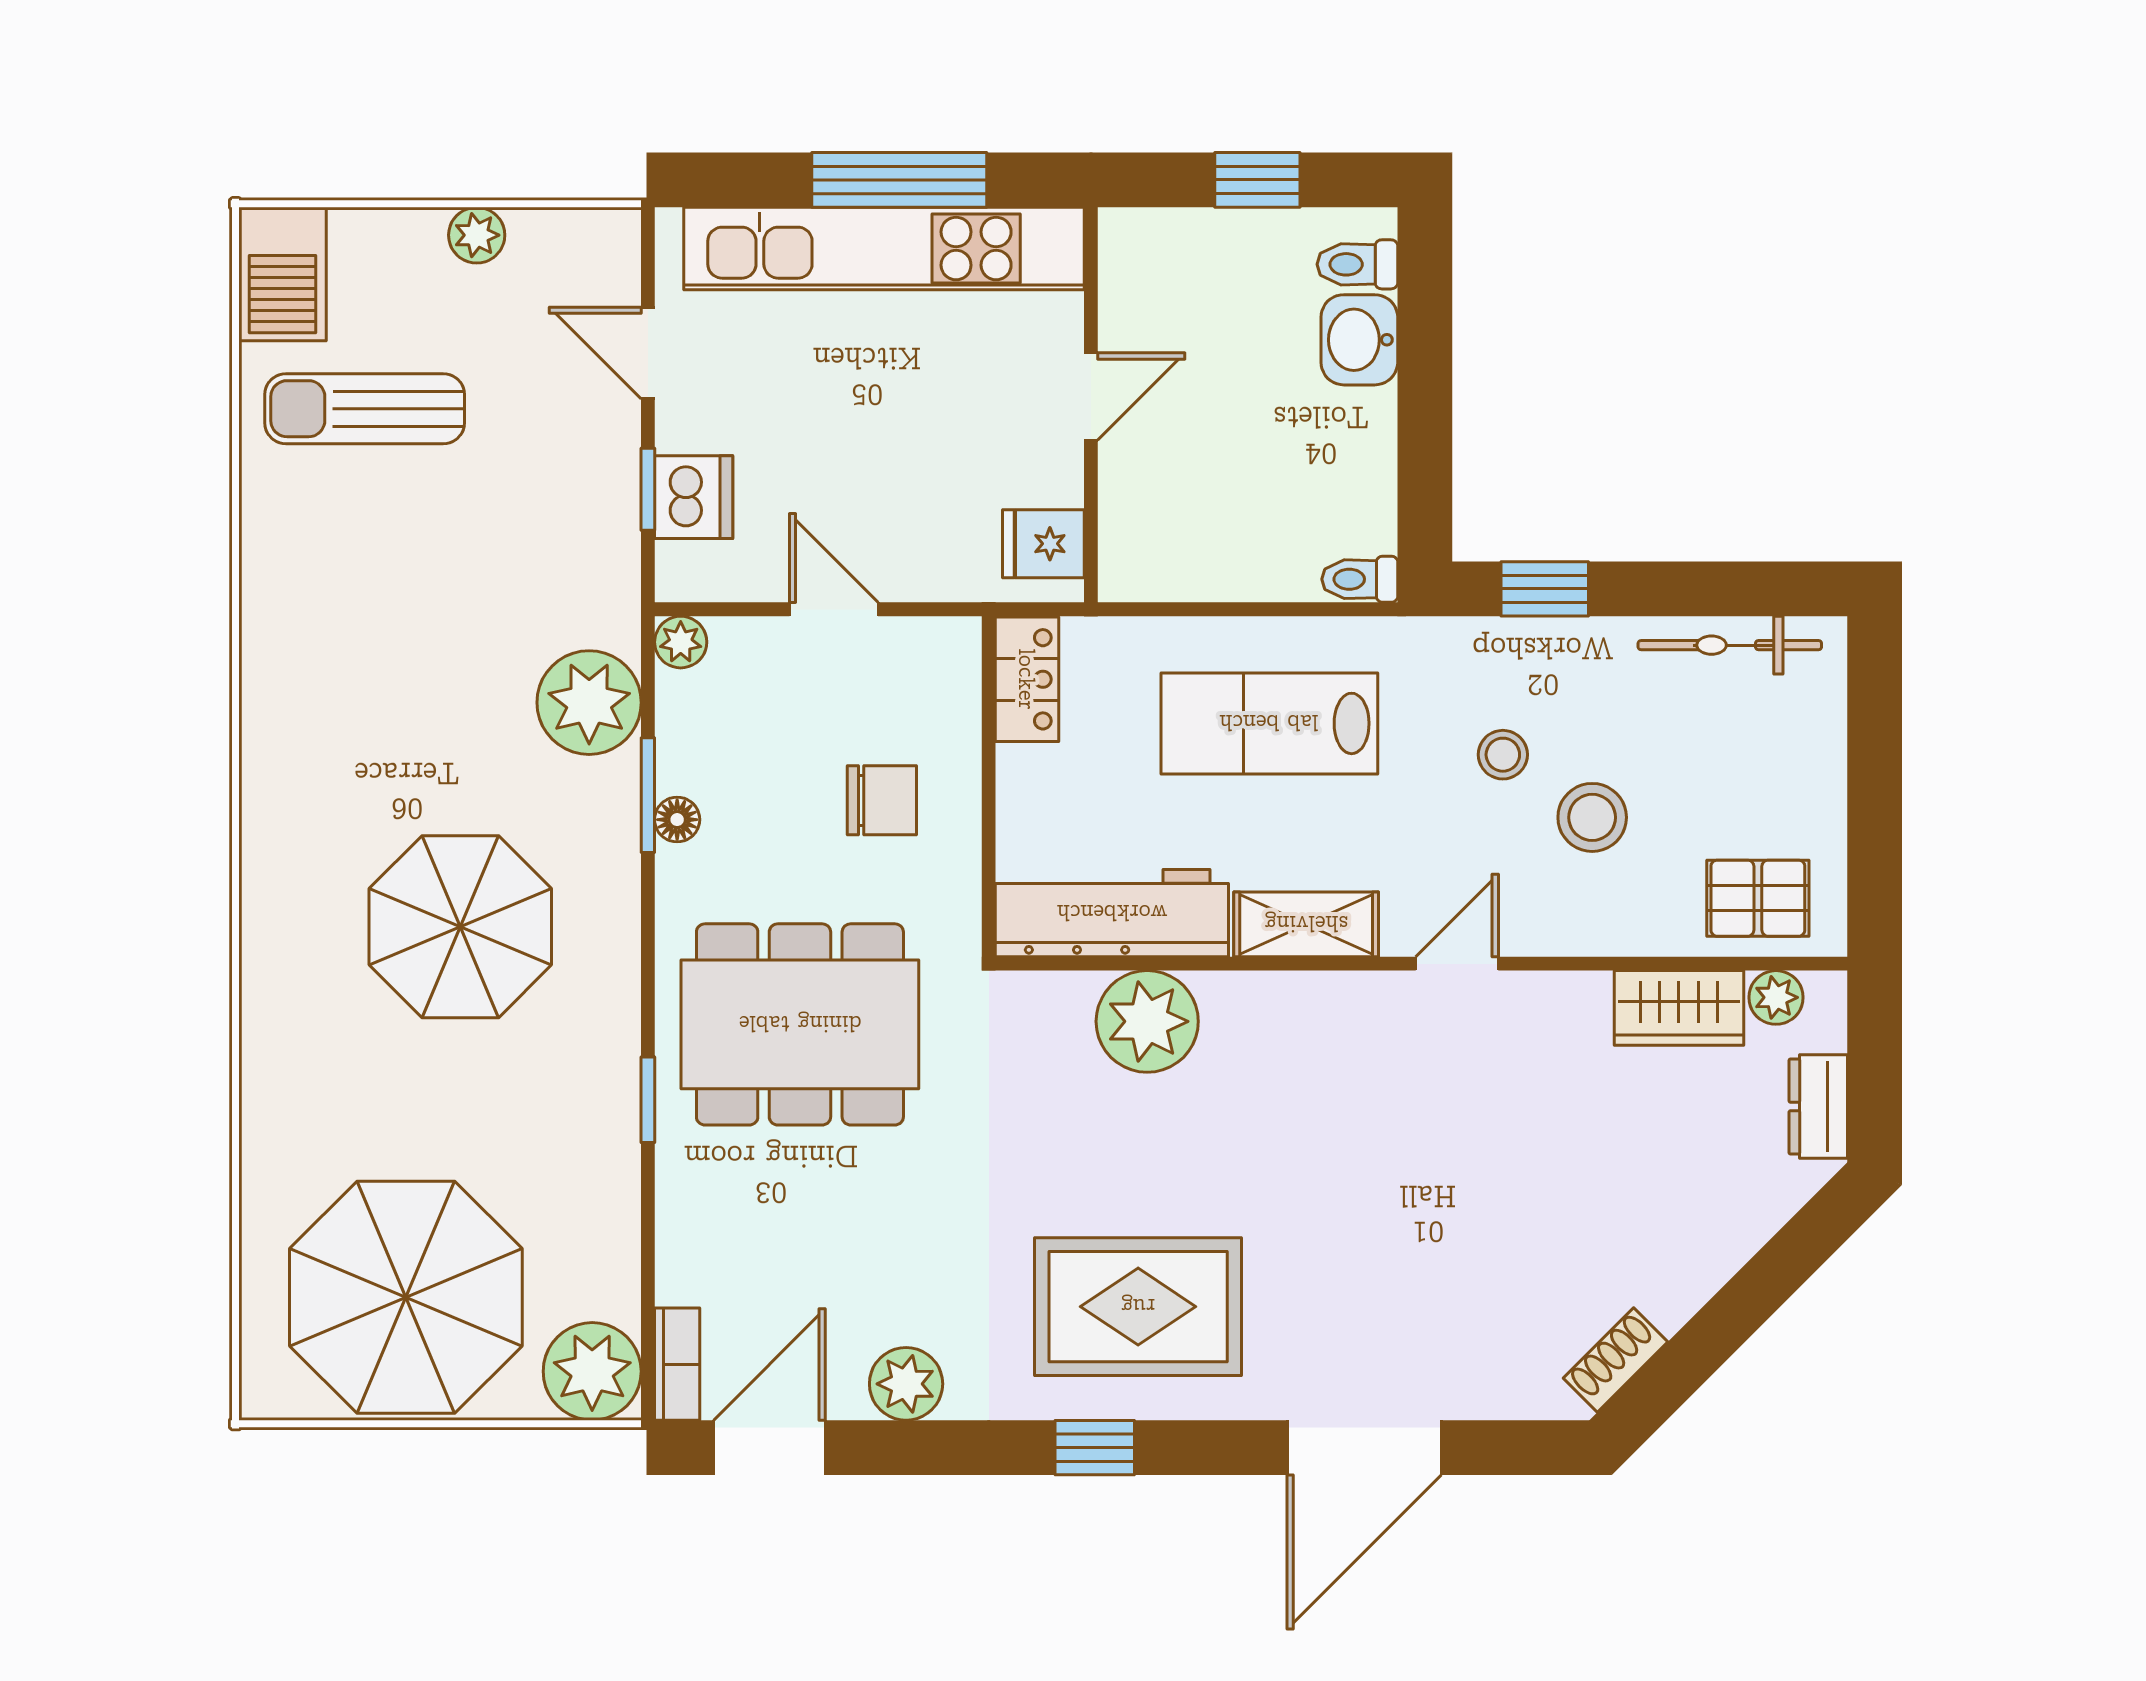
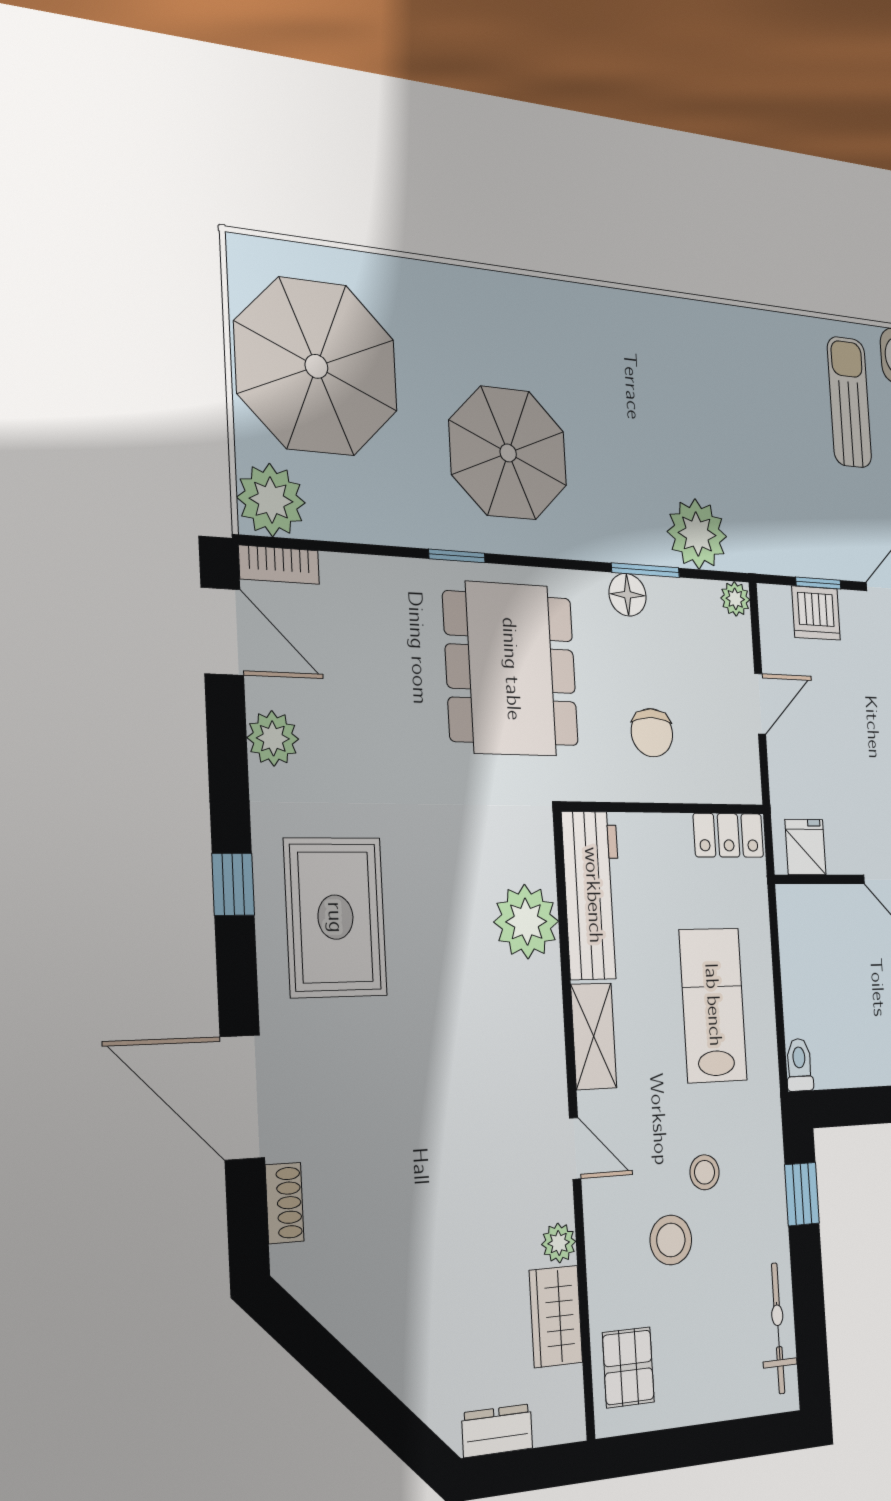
floor lamp: (677, 820) -> (628, 595), width x1.37, depth x1.37
parasol: (460, 927) -> (508, 453), moved
plant: (1776, 997) -> (559, 1243), moved
shoe rack: (1616, 1360) -> (285, 1203), moved, turned 45

